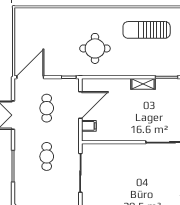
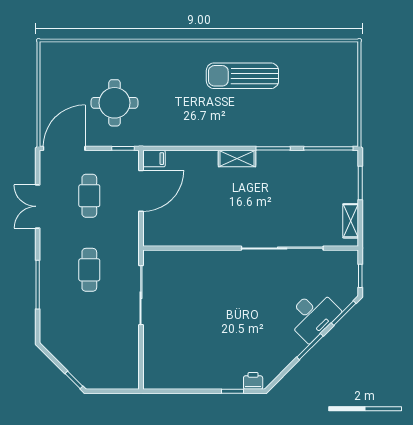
round table: (95, 48) -> (114, 103), moved
filing cabinet: (89, 126) -> (154, 159), moved

